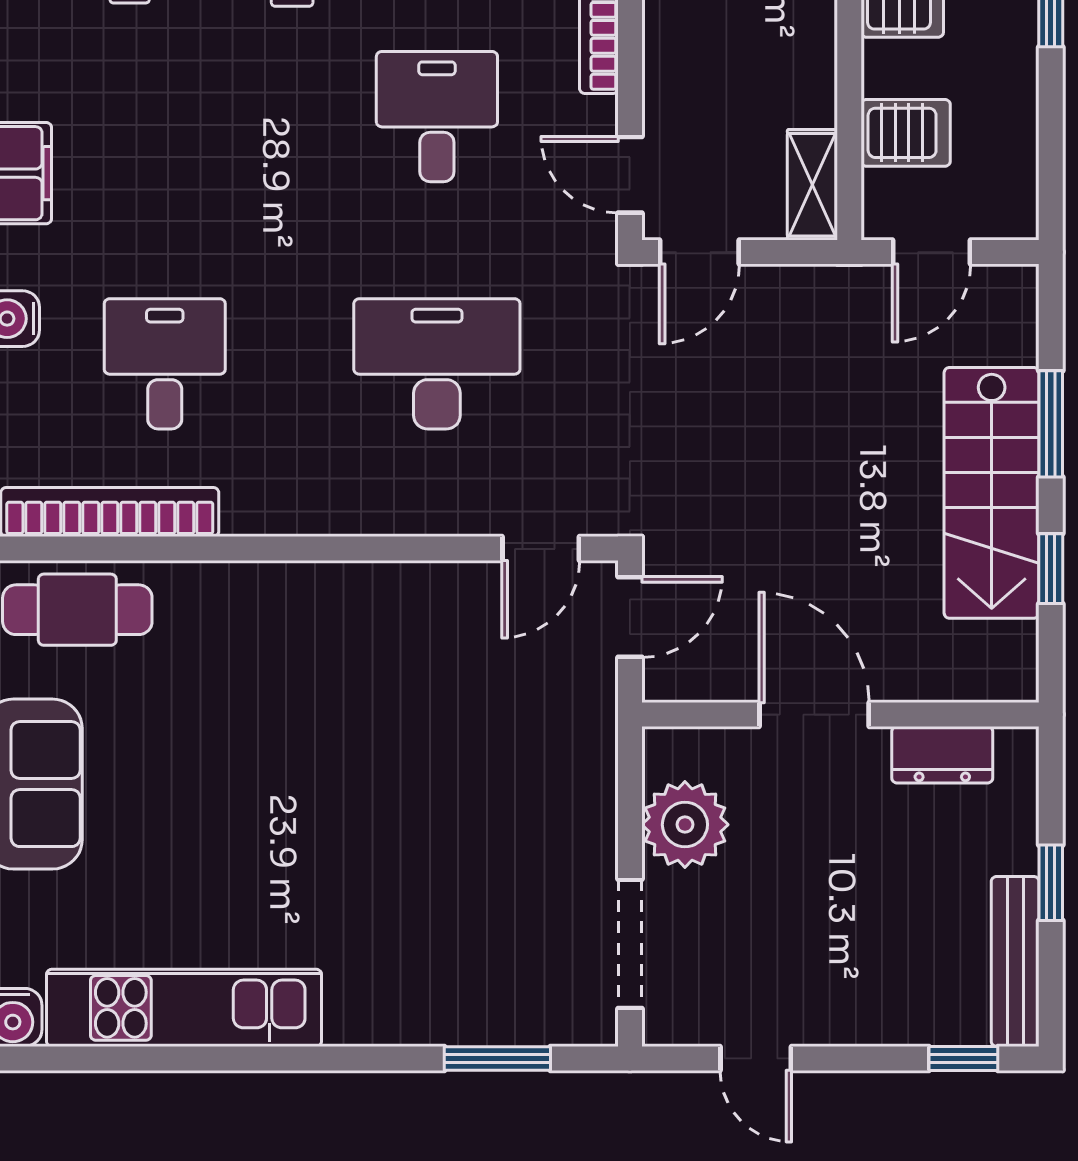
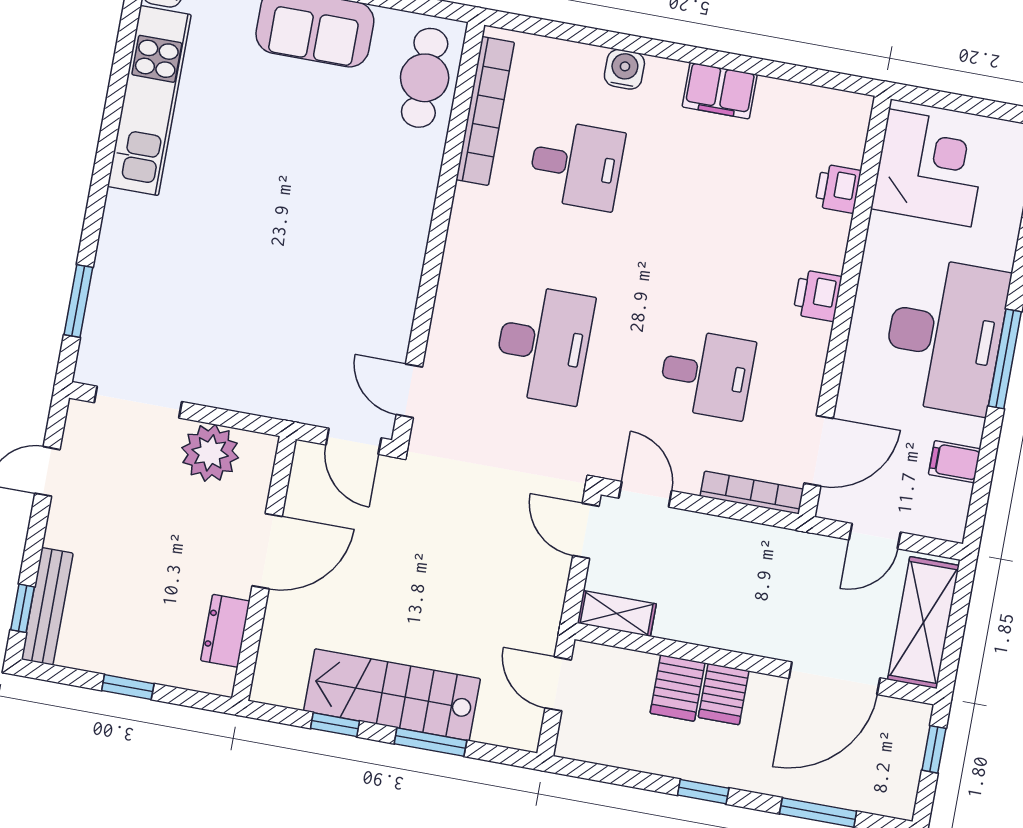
server rack: (906, 133) -> (678, 688), moved
door: (630, 175) -> (645, 494), hinge flipped
bench: (1015, 961) -> (47, 606), moved, turned 90

